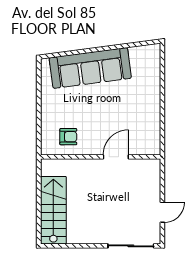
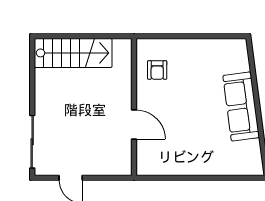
sofa: (90, 68) -> (241, 106), width x0.74, depth x0.79

